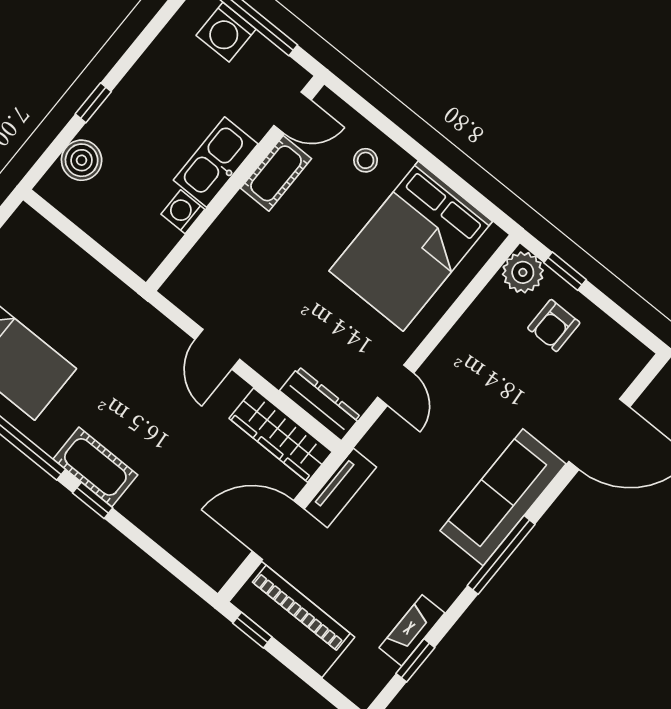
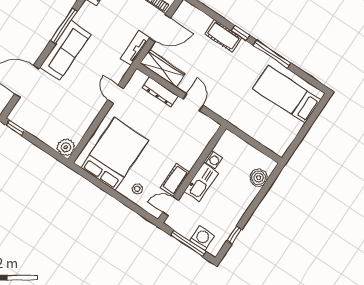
window: (93, 103) -> (234, 235), moved
window: (565, 271) -> (16, 128), moved
armchair: (554, 326) -> (51, 126), removed
dresser: (320, 404) -> (160, 92), moved
cot: (95, 467) -> (223, 36), moved

